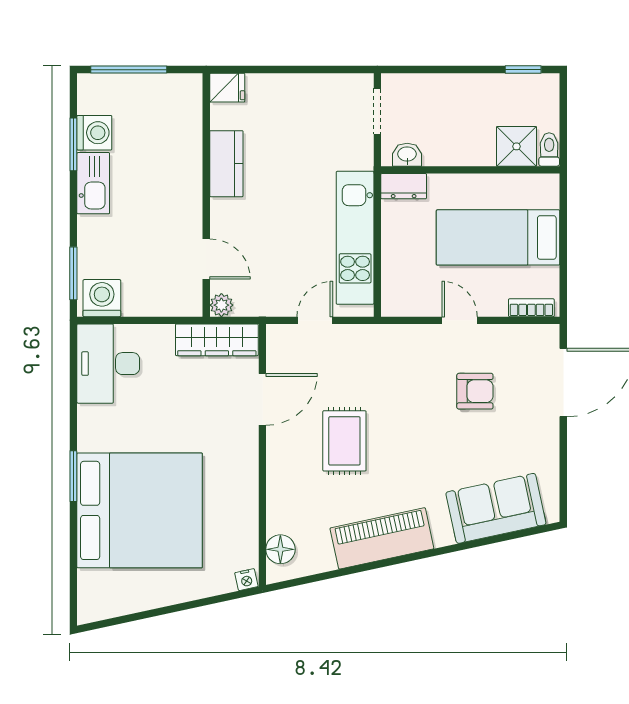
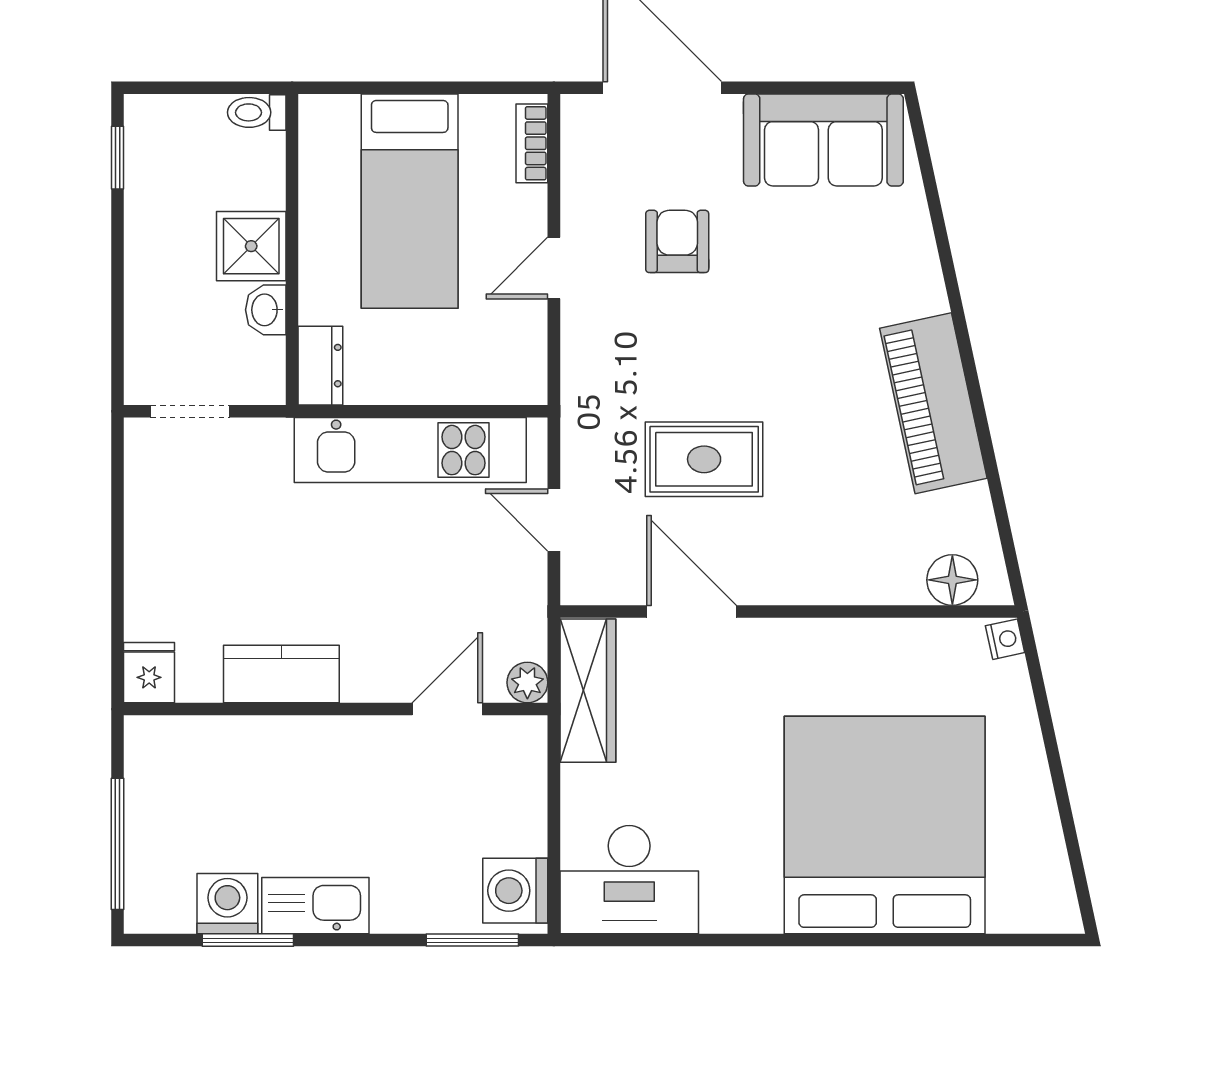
shower: (517, 146) -> (251, 246), moved
washbasin: (407, 155) -> (266, 310), moved
rug: (344, 441) -> (704, 459), moved
window: (73, 476) -> (825, 940), removed
sofa: (496, 508) -> (823, 140), moved, turned -78

